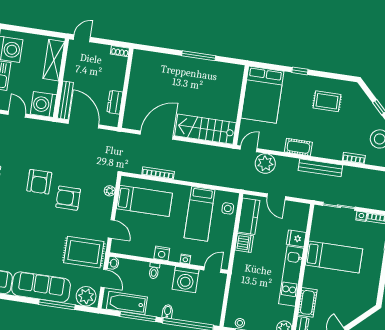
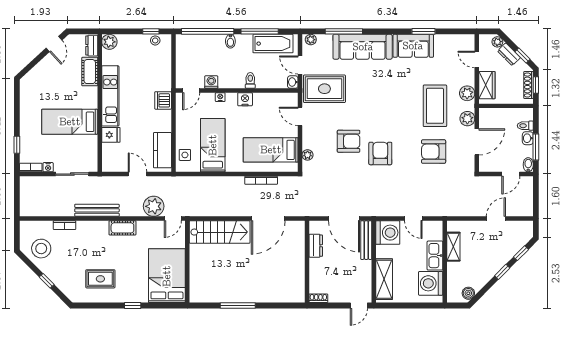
dishwasher: (244, 243) -> (163, 100), moved
washing machine: (186, 279) -> (211, 82), width x0.53, depth x0.53
plant: (86, 296) -> (311, 40), width x0.53, depth x0.53

